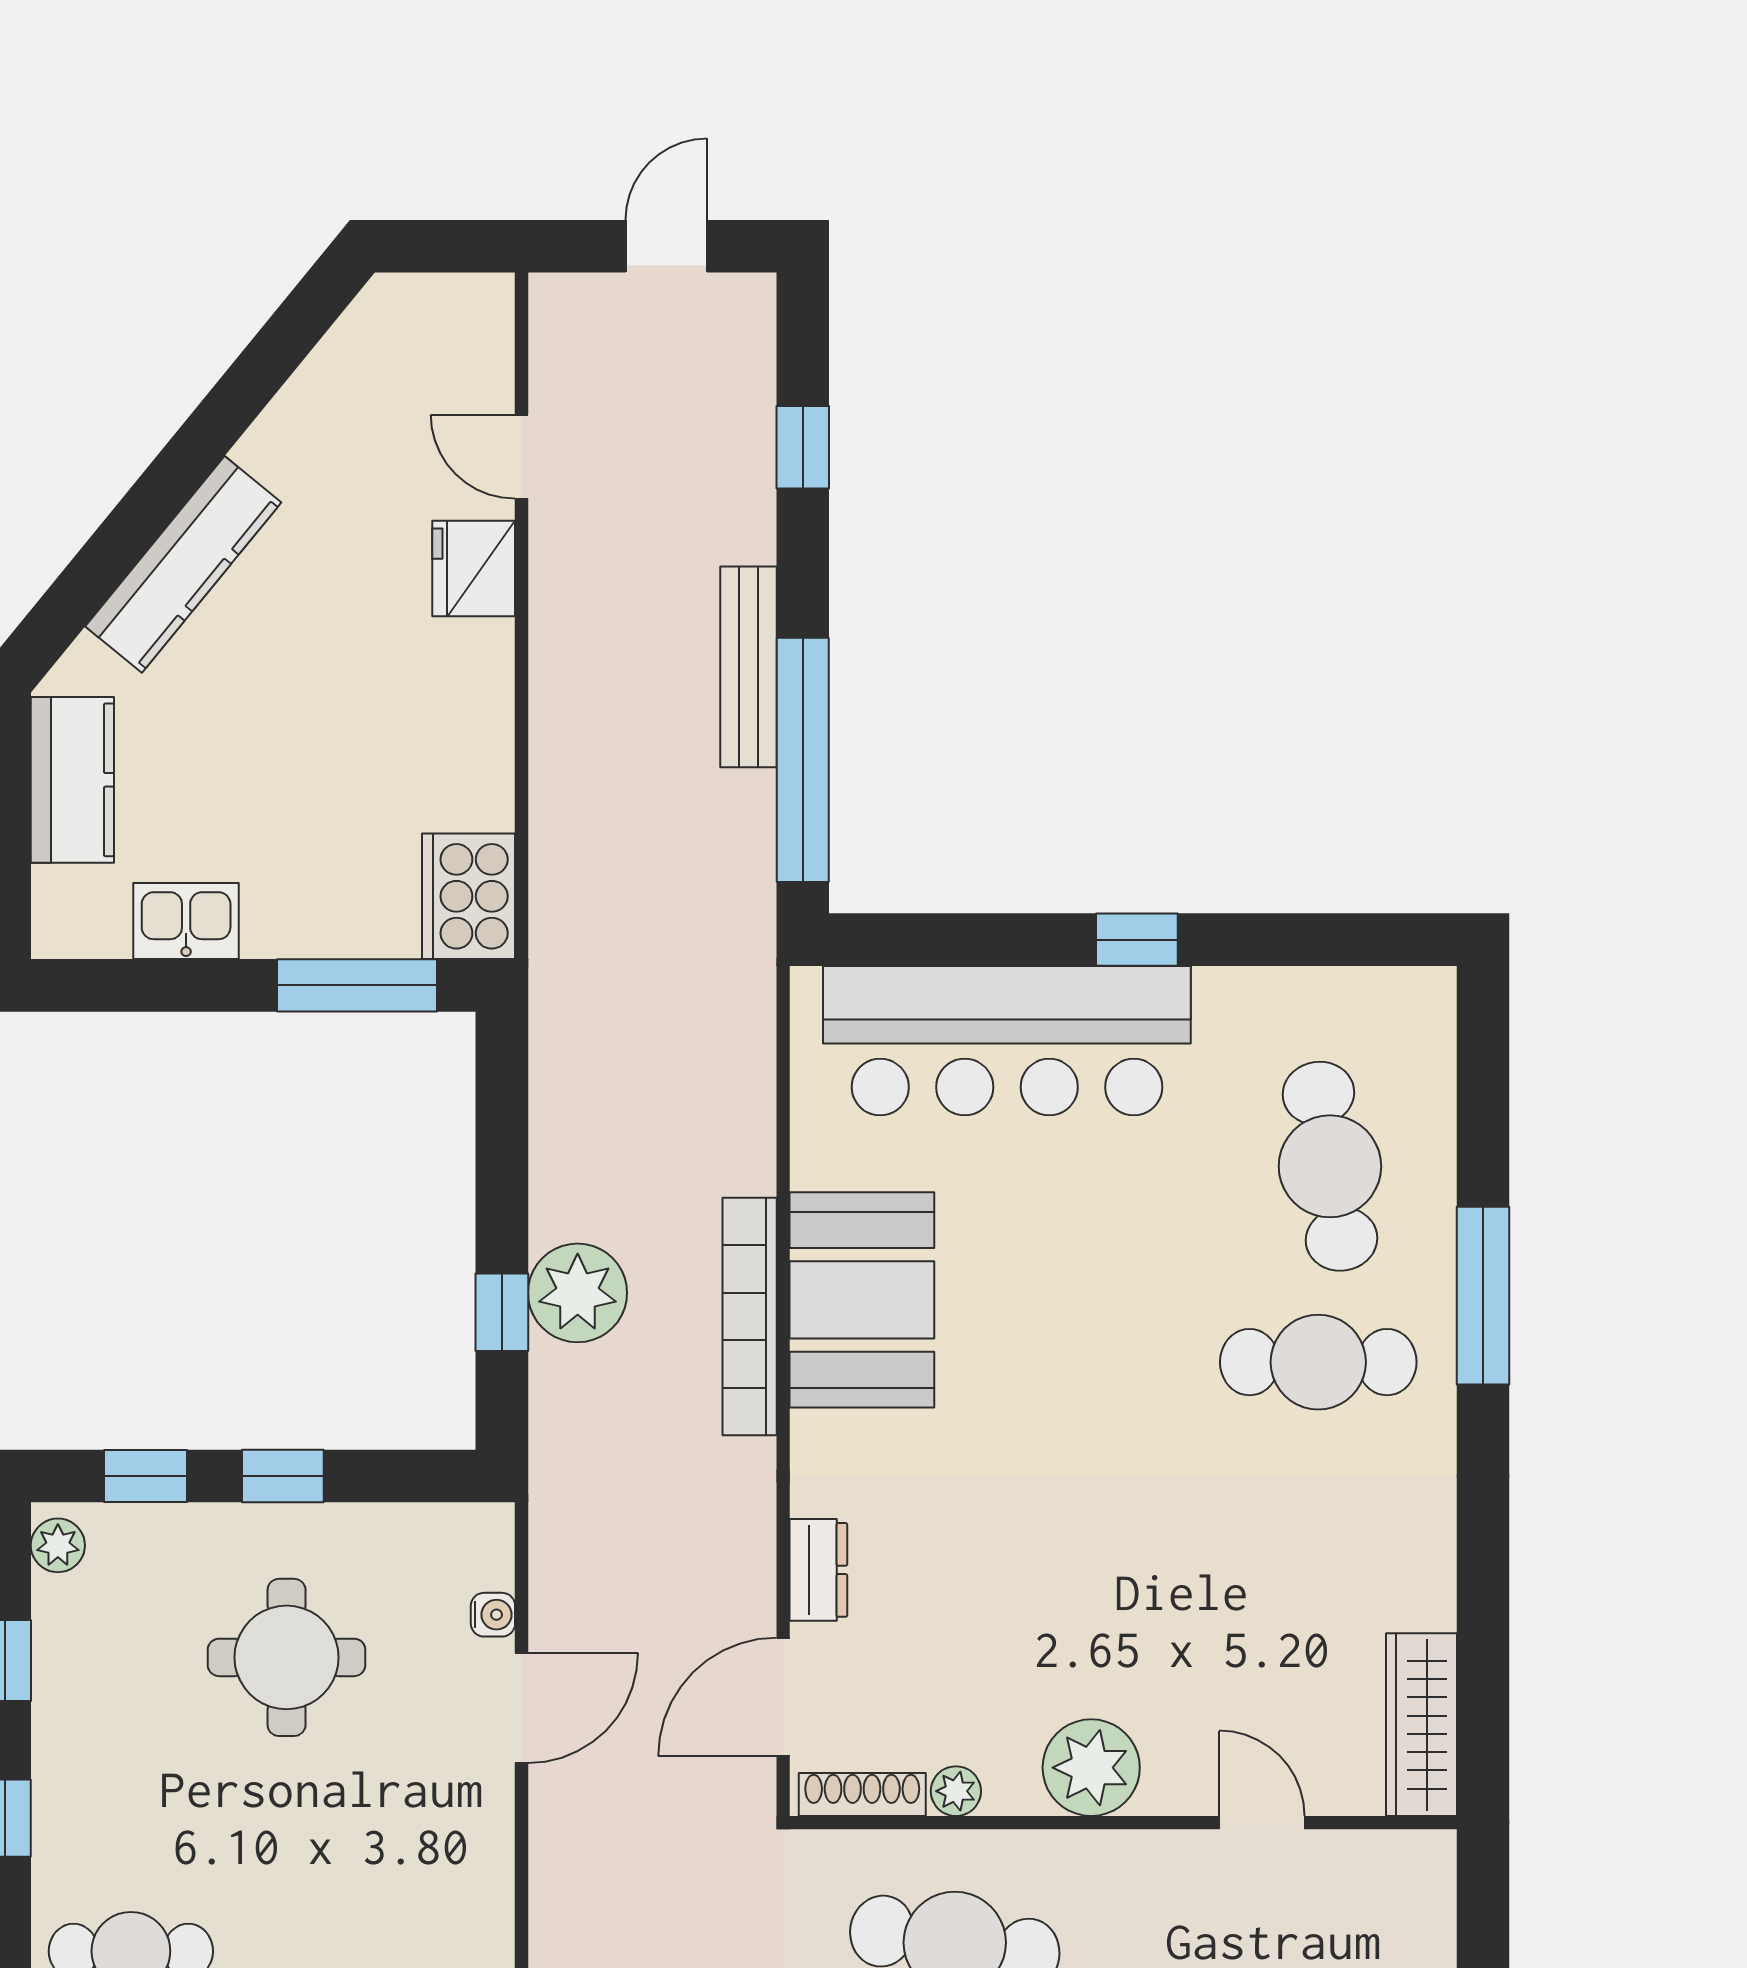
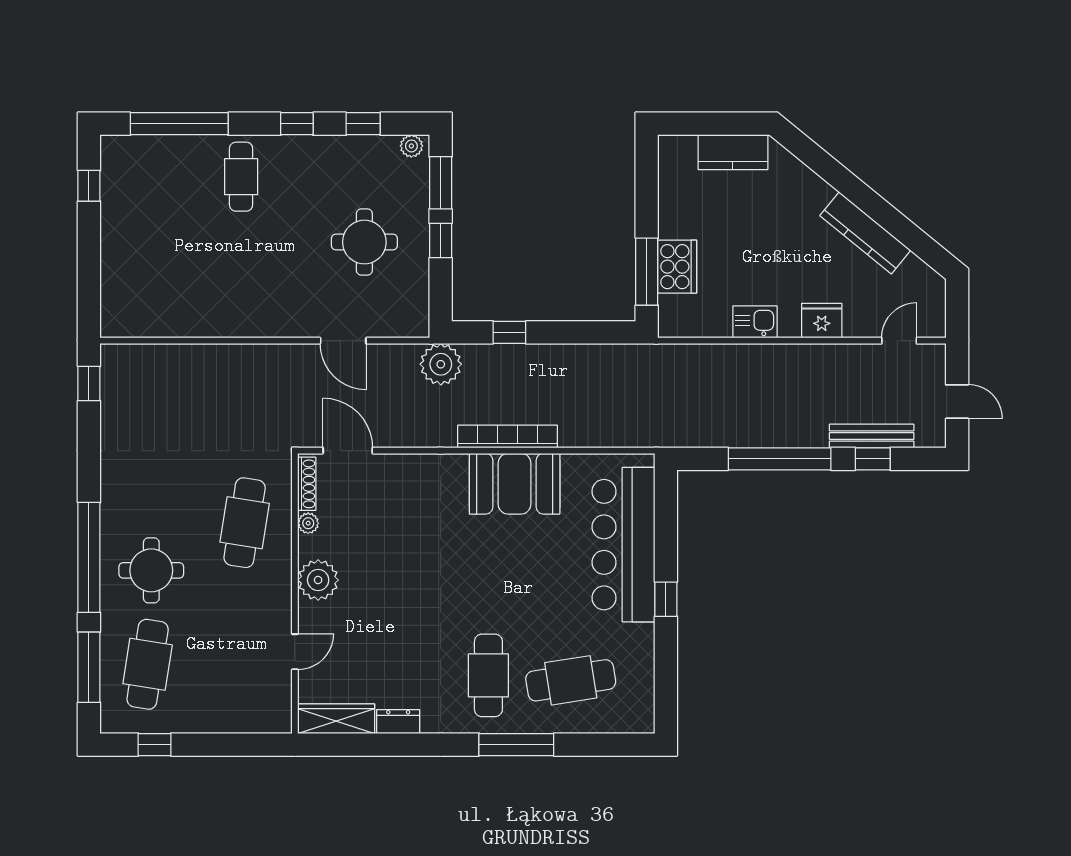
door: (521, 457) -> (899, 341), moved
kitchen counter: (183, 564) -> (865, 233), moved
bench: (748, 667) -> (872, 436), moved
window: (803, 760) -> (780, 459), moved
cooker: (469, 896) -> (677, 267), moved, turned 90
kitchen sink: (186, 921) -> (755, 322), moved, turned -90
plant: (578, 1293) -> (441, 364), moved
window: (146, 1476) -> (441, 183), width x1.50
dresser: (818, 1570) -> (398, 722), moved, turned 180
water cooler: (493, 1615) -> (382, 329), removed

